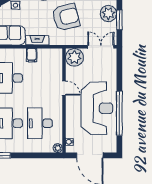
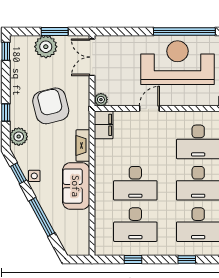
filing cabinet: (32, 55) -> (104, 125), moved, width x2.00
plant: (74, 57) -> (101, 100), width x0.53, depth x0.53

